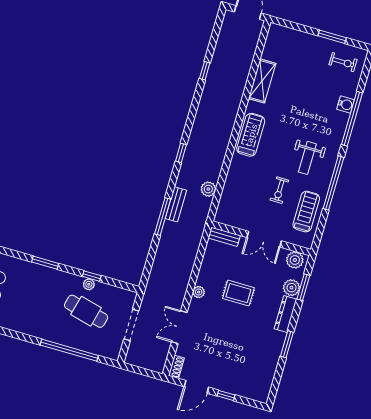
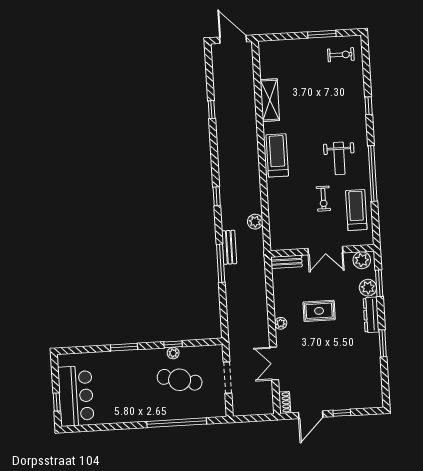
water cooler: (346, 104) -> (358, 94), removed
window: (352, 119) -> (369, 106), width x0.32

